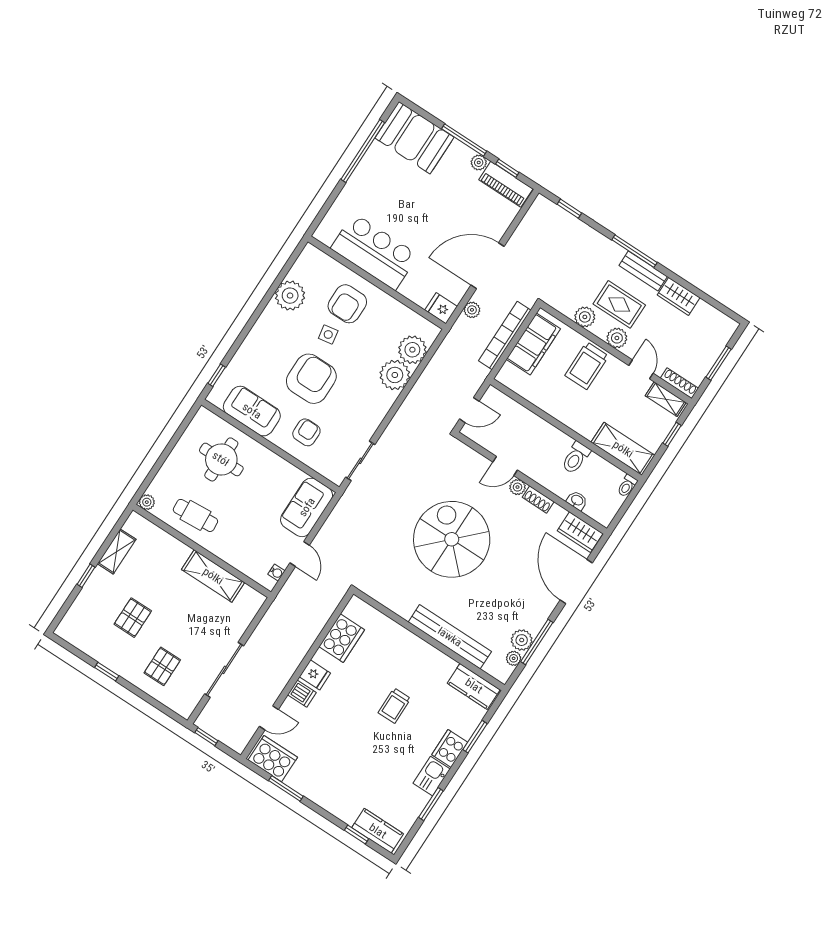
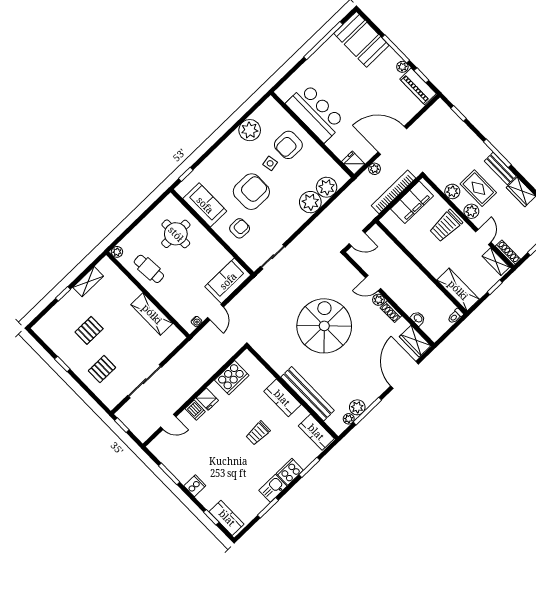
toilet: (576, 458) -> (424, 288), removed
kitchen counter: (417, 650) -> (282, 398), added
cooker: (273, 759) -> (195, 486), moved, width x0.53, depth x0.76

